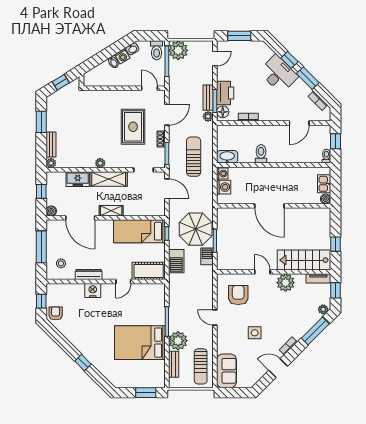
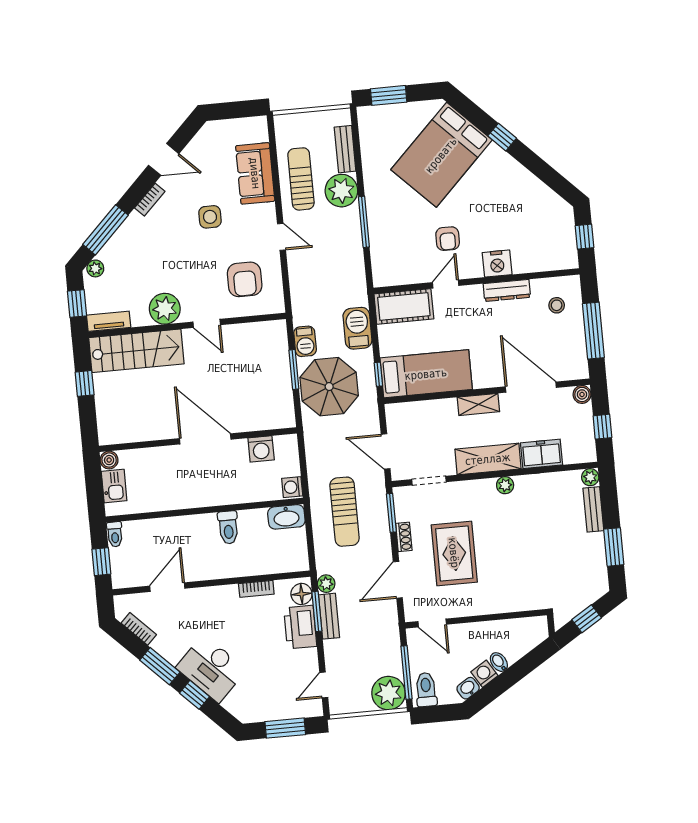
washing machine: (224, 187) -> (261, 449), moved, turned -90
armchair: (56, 313) -> (448, 239), moved
bed: (140, 343) -> (441, 155), moved, turned 135
sun lounger: (201, 366) -> (301, 179), moved
sofa: (226, 371) -> (255, 173), moved

